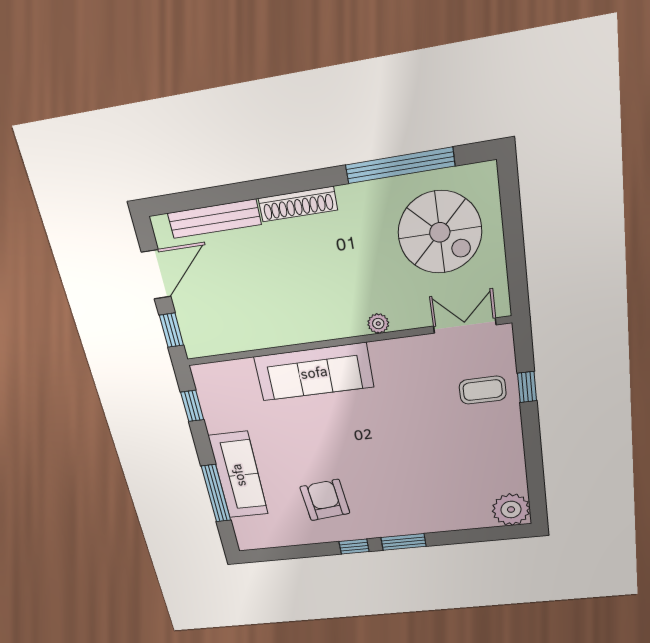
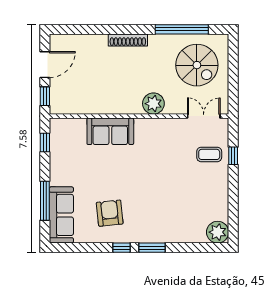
bench: (214, 219) -> (83, 41), removed
plant: (378, 324) -> (153, 104), width x1.87, depth x1.87
sofa: (314, 372) -> (110, 131), width x0.73
sofa: (238, 475) -> (61, 215), moved

